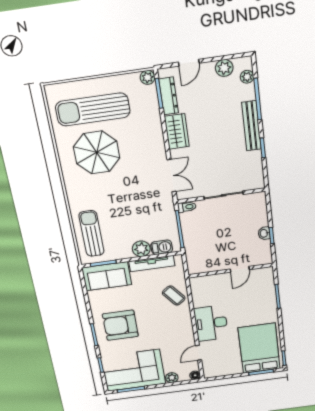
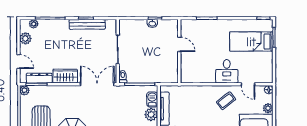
bench: (252, 126) -> (87, 24), moved
double door: (172, 176) -> (97, 84), width x1.37
coffee table: (174, 296) -> (226, 101), moved
desk: (211, 323) -> (227, 71), width x0.73
bed: (259, 348) -> (251, 42), width x0.67

